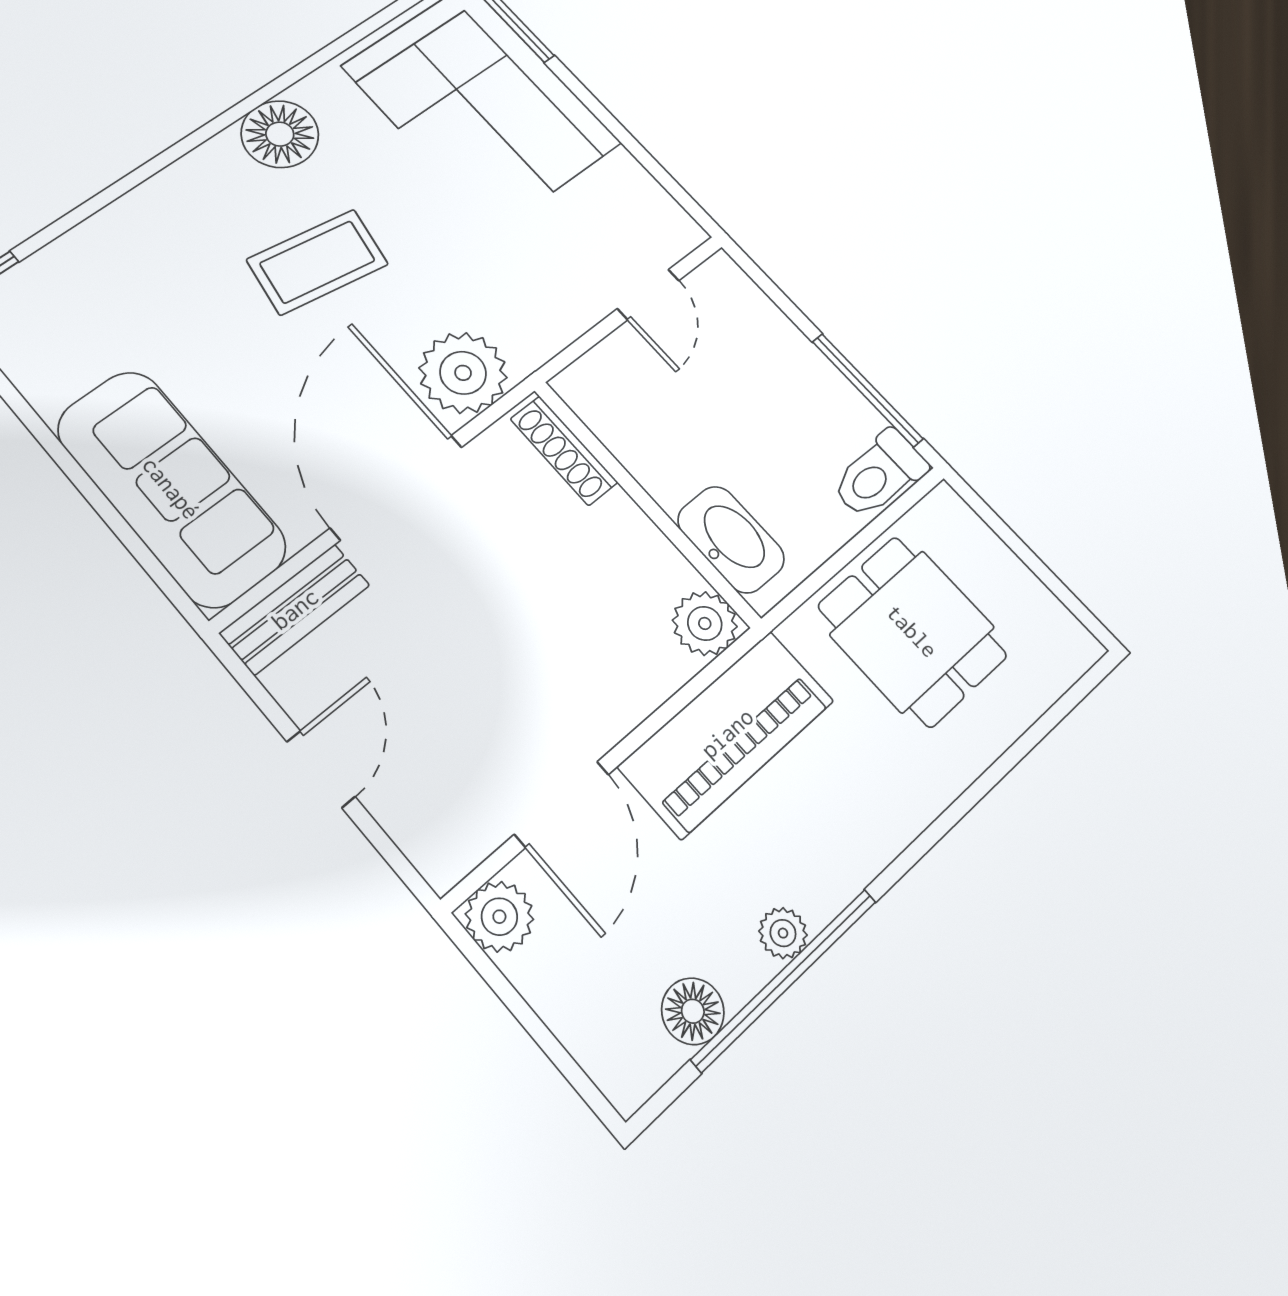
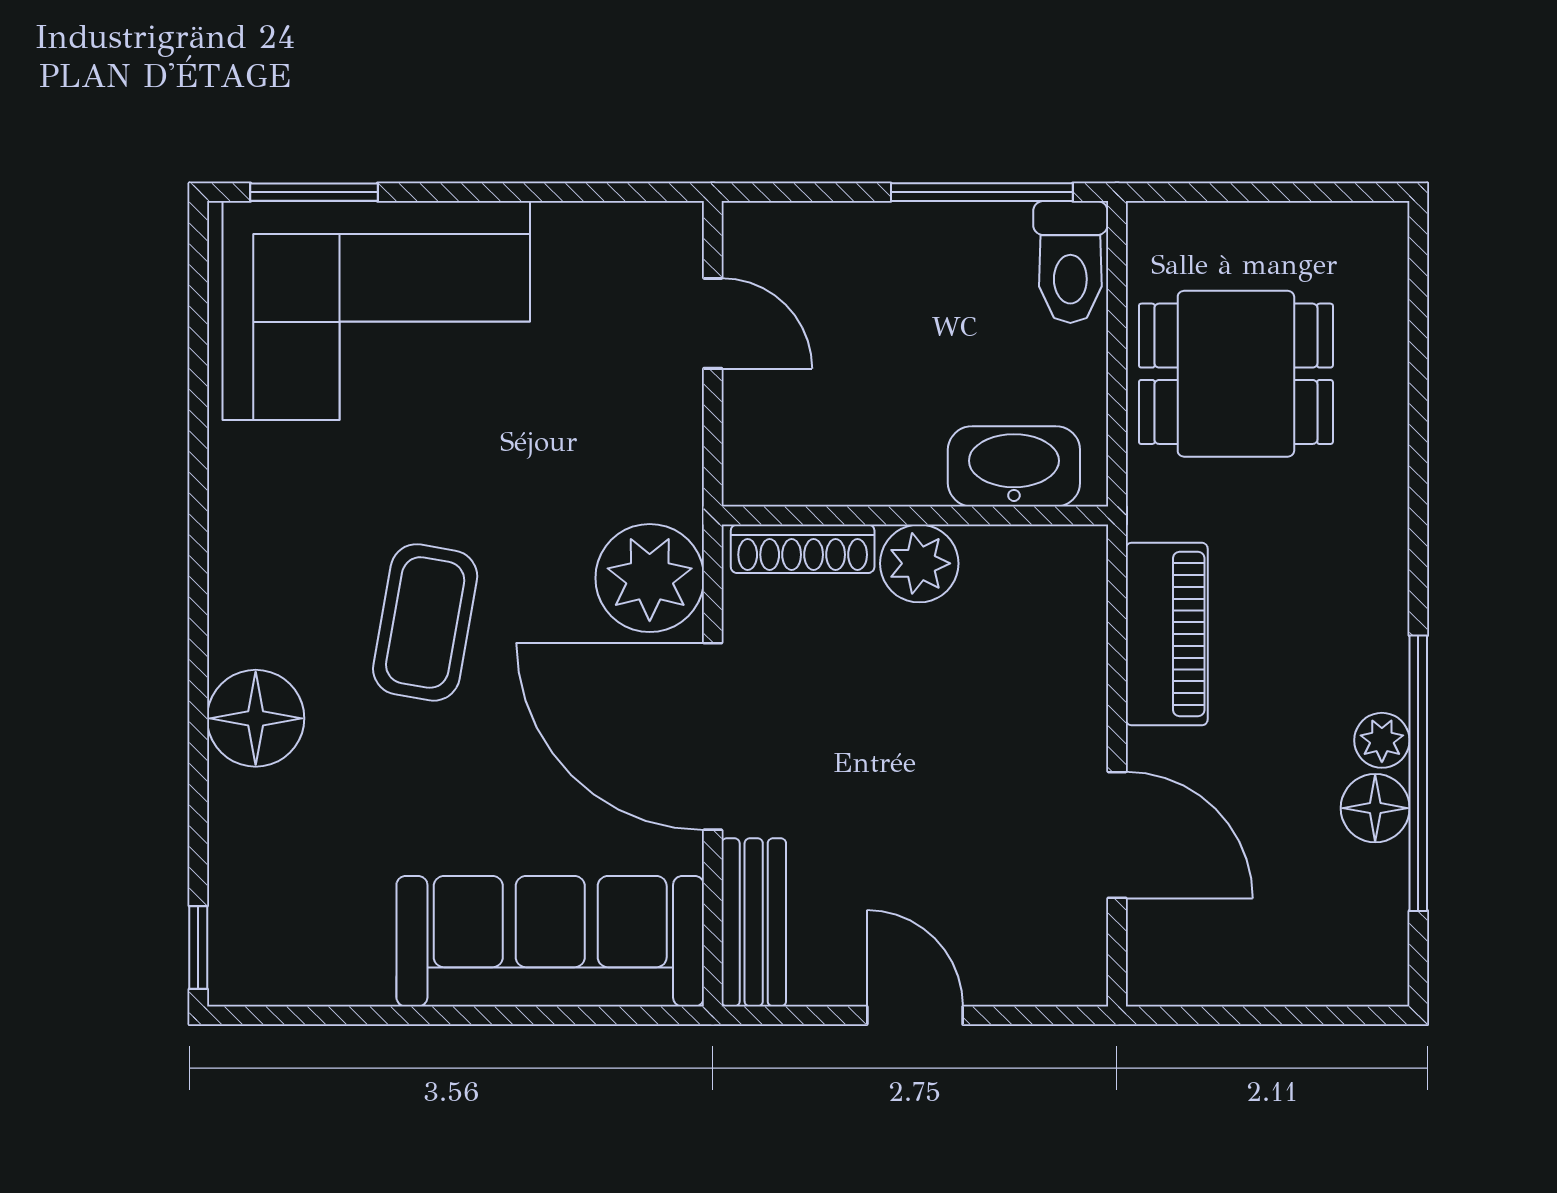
floor lamp: (280, 134) -> (256, 718), moved
plant: (705, 623) -> (919, 563), moved
piano: (727, 733) -> (1167, 634), width x0.73, depth x0.75
plant: (499, 917) -> (1163, 969), removed
floor lamp: (693, 1011) -> (1375, 808), moved

